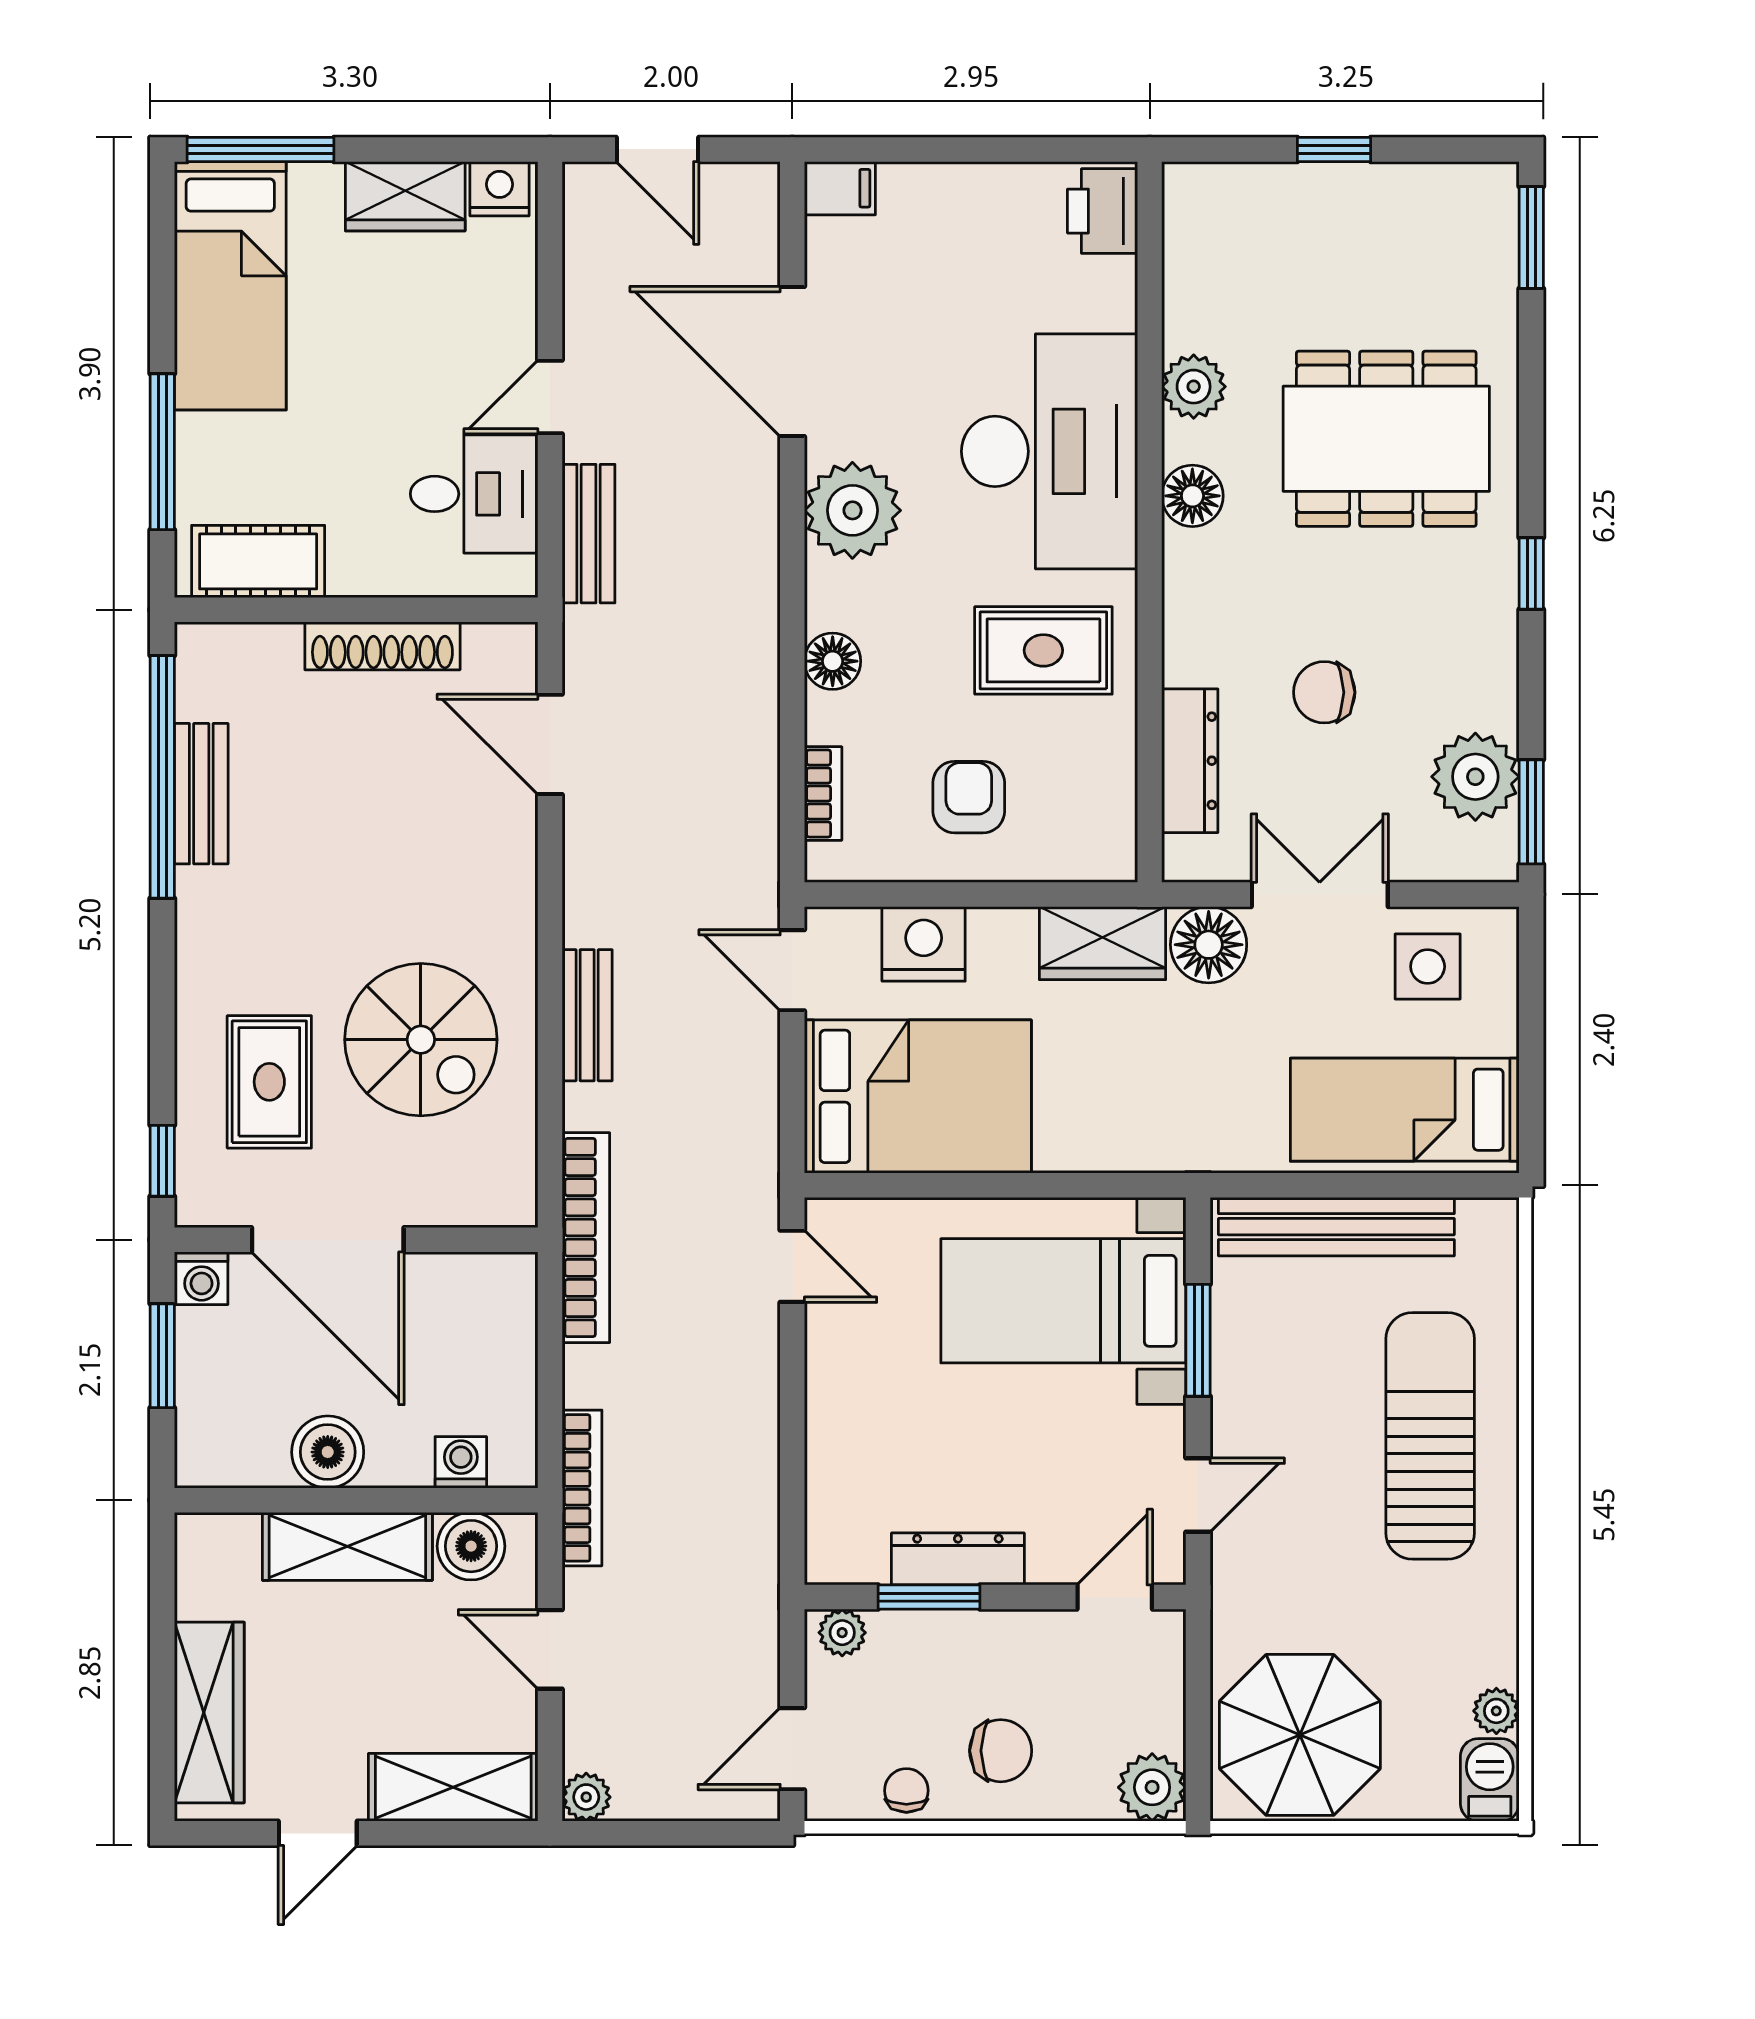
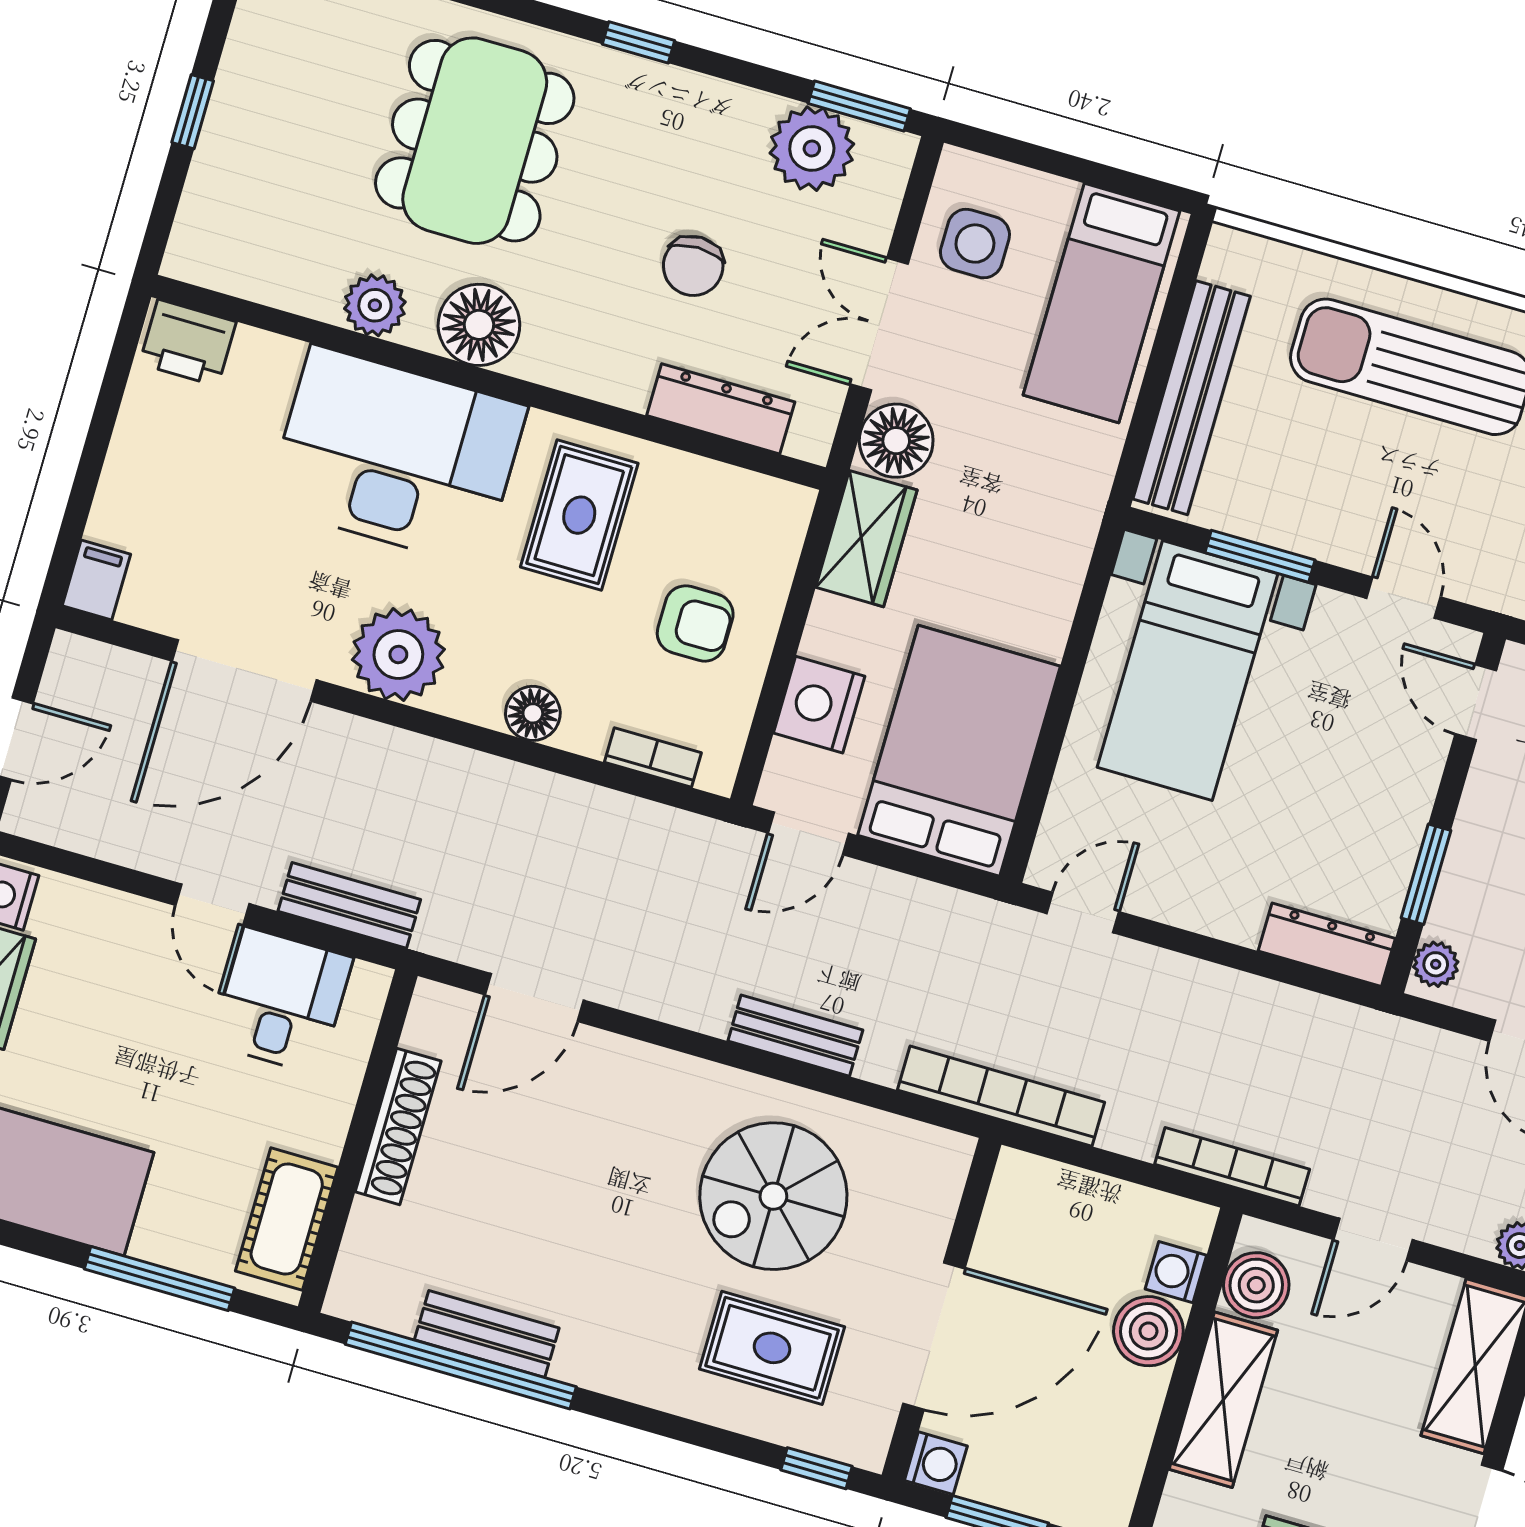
floor lamp: (1192, 496) -> (479, 325), width x1.38, depth x1.38
armchair: (969, 797) -> (695, 623), turned 180
spiral stairs: (421, 1040) -> (773, 1196), turned 180
boiler: (328, 1452) -> (1148, 1331), moved
dresser: (958, 1559) -> (1327, 945), moved, turned 90

